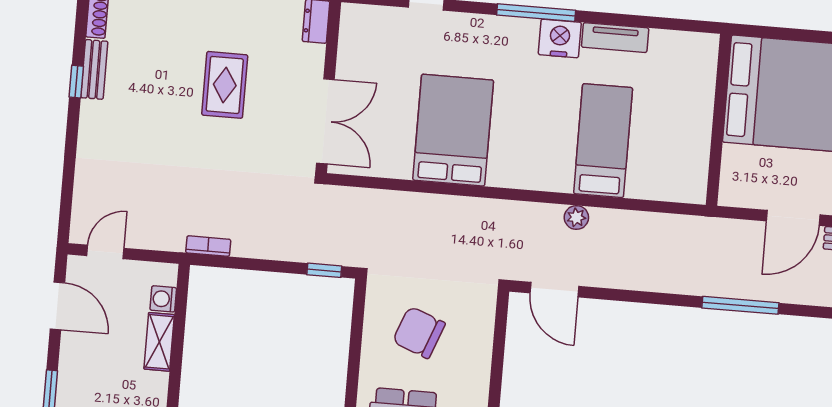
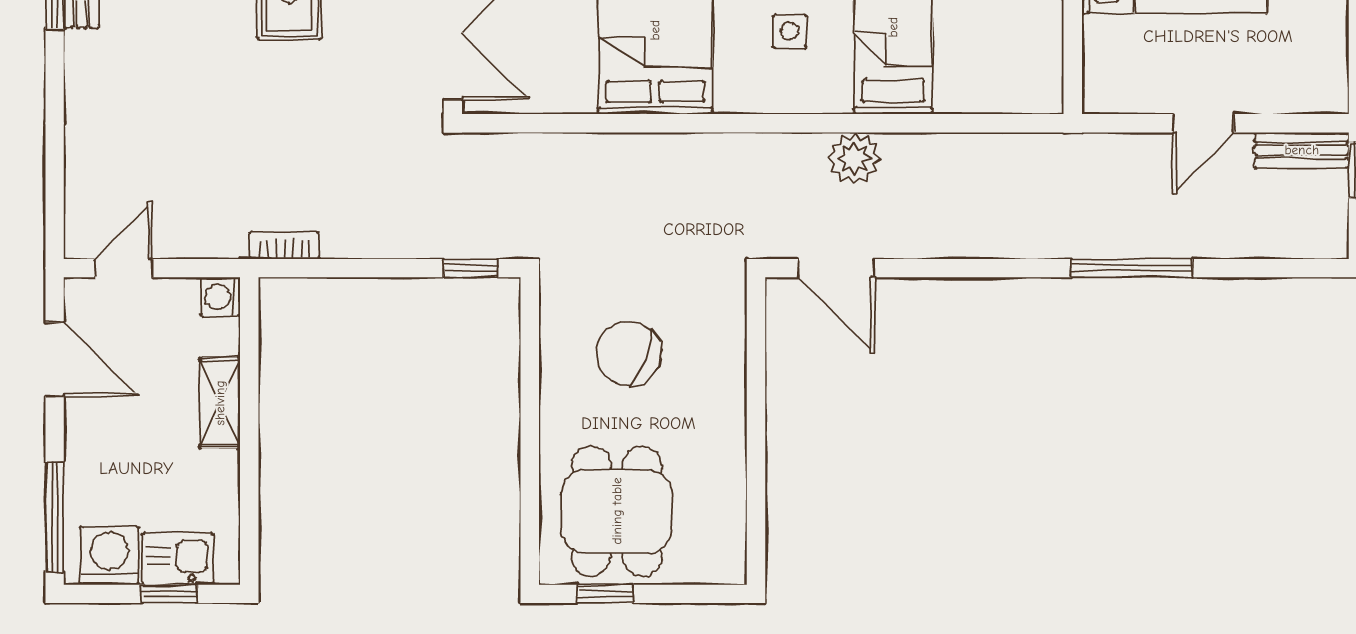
side table: (538, 138) -> (790, 31), added
plant: (576, 217) -> (854, 158), width x1.38, depth x1.38
door: (793, 218) -> (1203, 123), width x0.73
washing machine: (163, 299) -> (221, 297), moved

